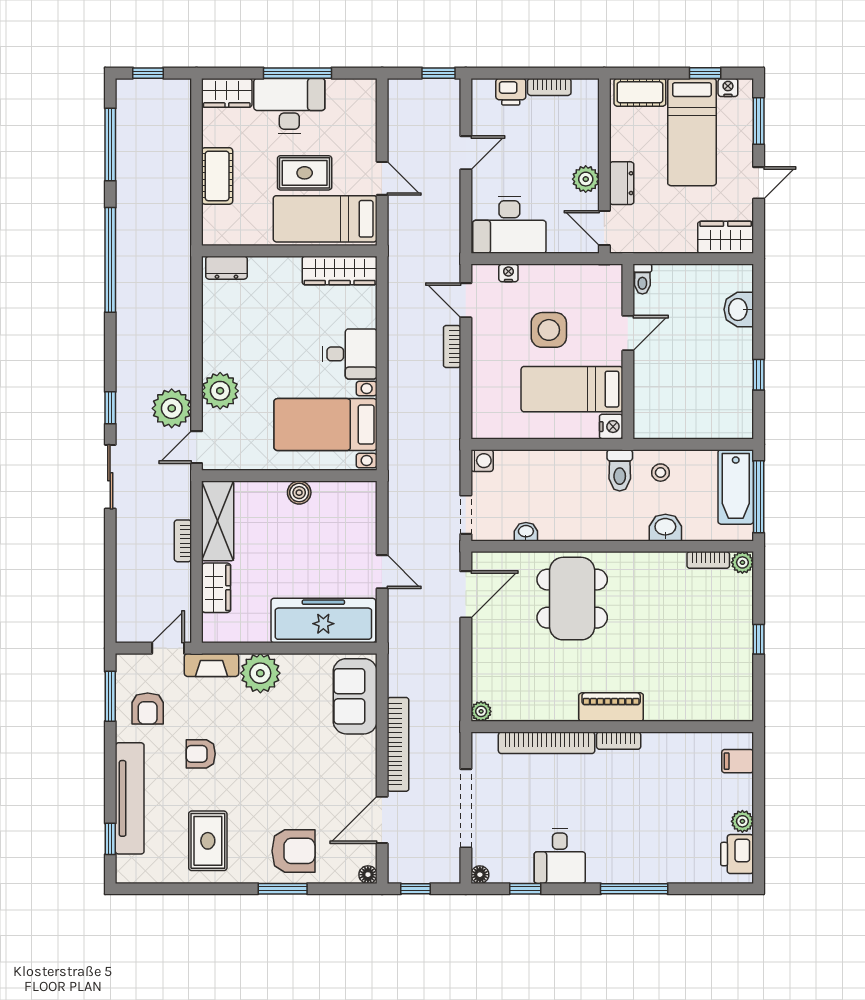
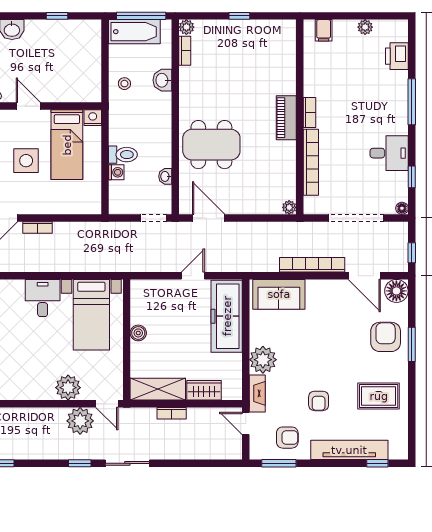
washing machine: (482, 461) -> (116, 172), moved, turned 90
toilet: (620, 470) -> (123, 155), moved
printer: (737, 854) -> (397, 56), moved, turned 90
floor lamp: (368, 875) -> (396, 291), width x1.89, depth x1.89

